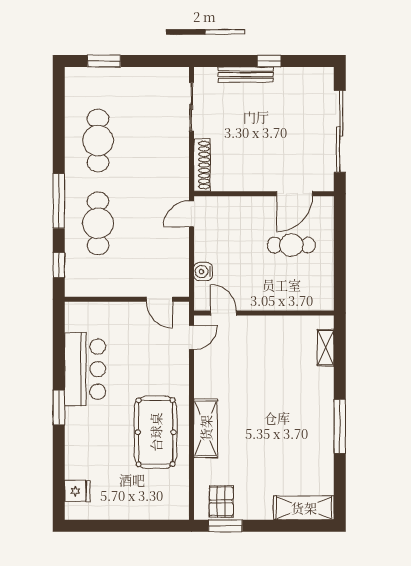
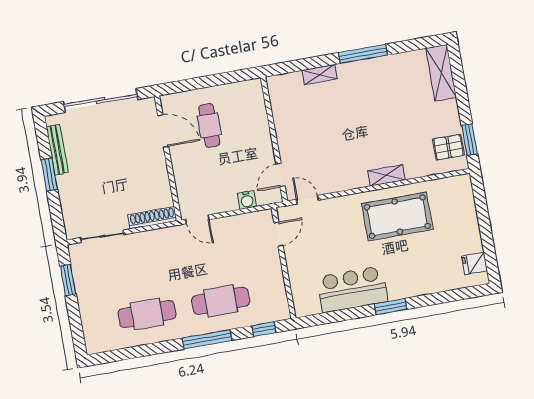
window: (104, 61) -> (68, 280), moved
window: (269, 61) -> (49, 174), width x1.50
bench: (246, 75) -> (57, 150), moved
shelving: (326, 348) -> (320, 74), moved
shelving: (206, 428) -> (386, 175), width x0.67, depth x0.75
fridge: (77, 491) -> (475, 263), moved, turned -90

